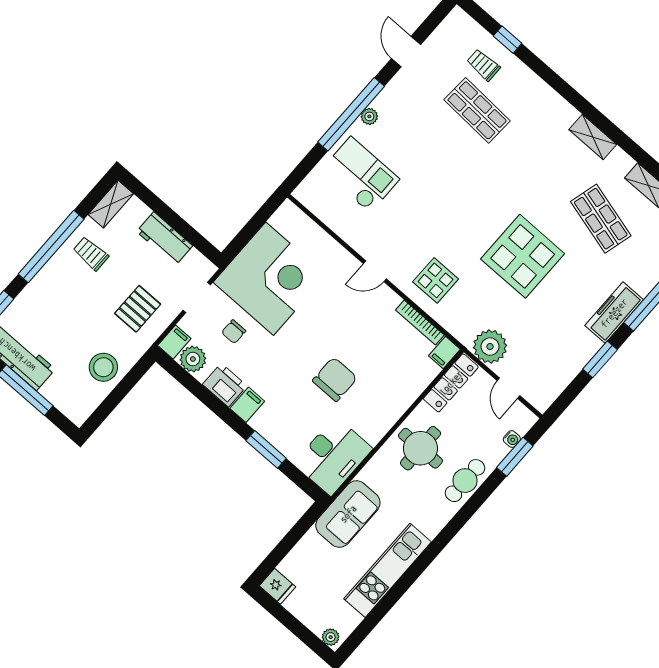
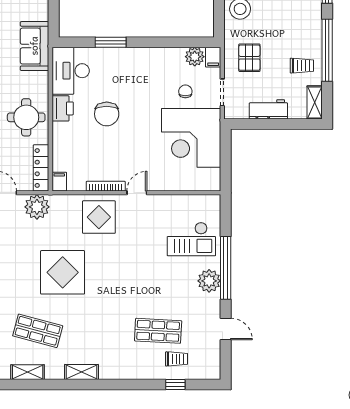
plant: (369, 116) -> (209, 281), width x1.88, depth x1.88
display table: (436, 280) -> (99, 217), width x1.36, depth x1.36
bookcase: (420, 323) -> (106, 186), moved
printer: (225, 385) -> (63, 108), moved, turned -90
filing cabinet: (247, 405) -> (143, 58), removed

